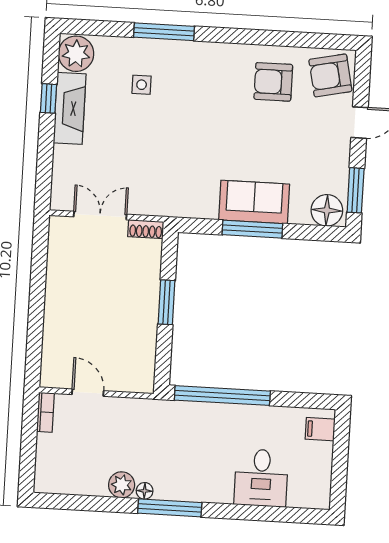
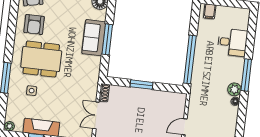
plant: (76, 54) -> (10, 126), width x0.53, depth x0.53
dining table: (205, 100) -> (41, 59), added
plant: (122, 485) -> (234, 89), moved
window: (170, 508) -> (246, 75), moved

